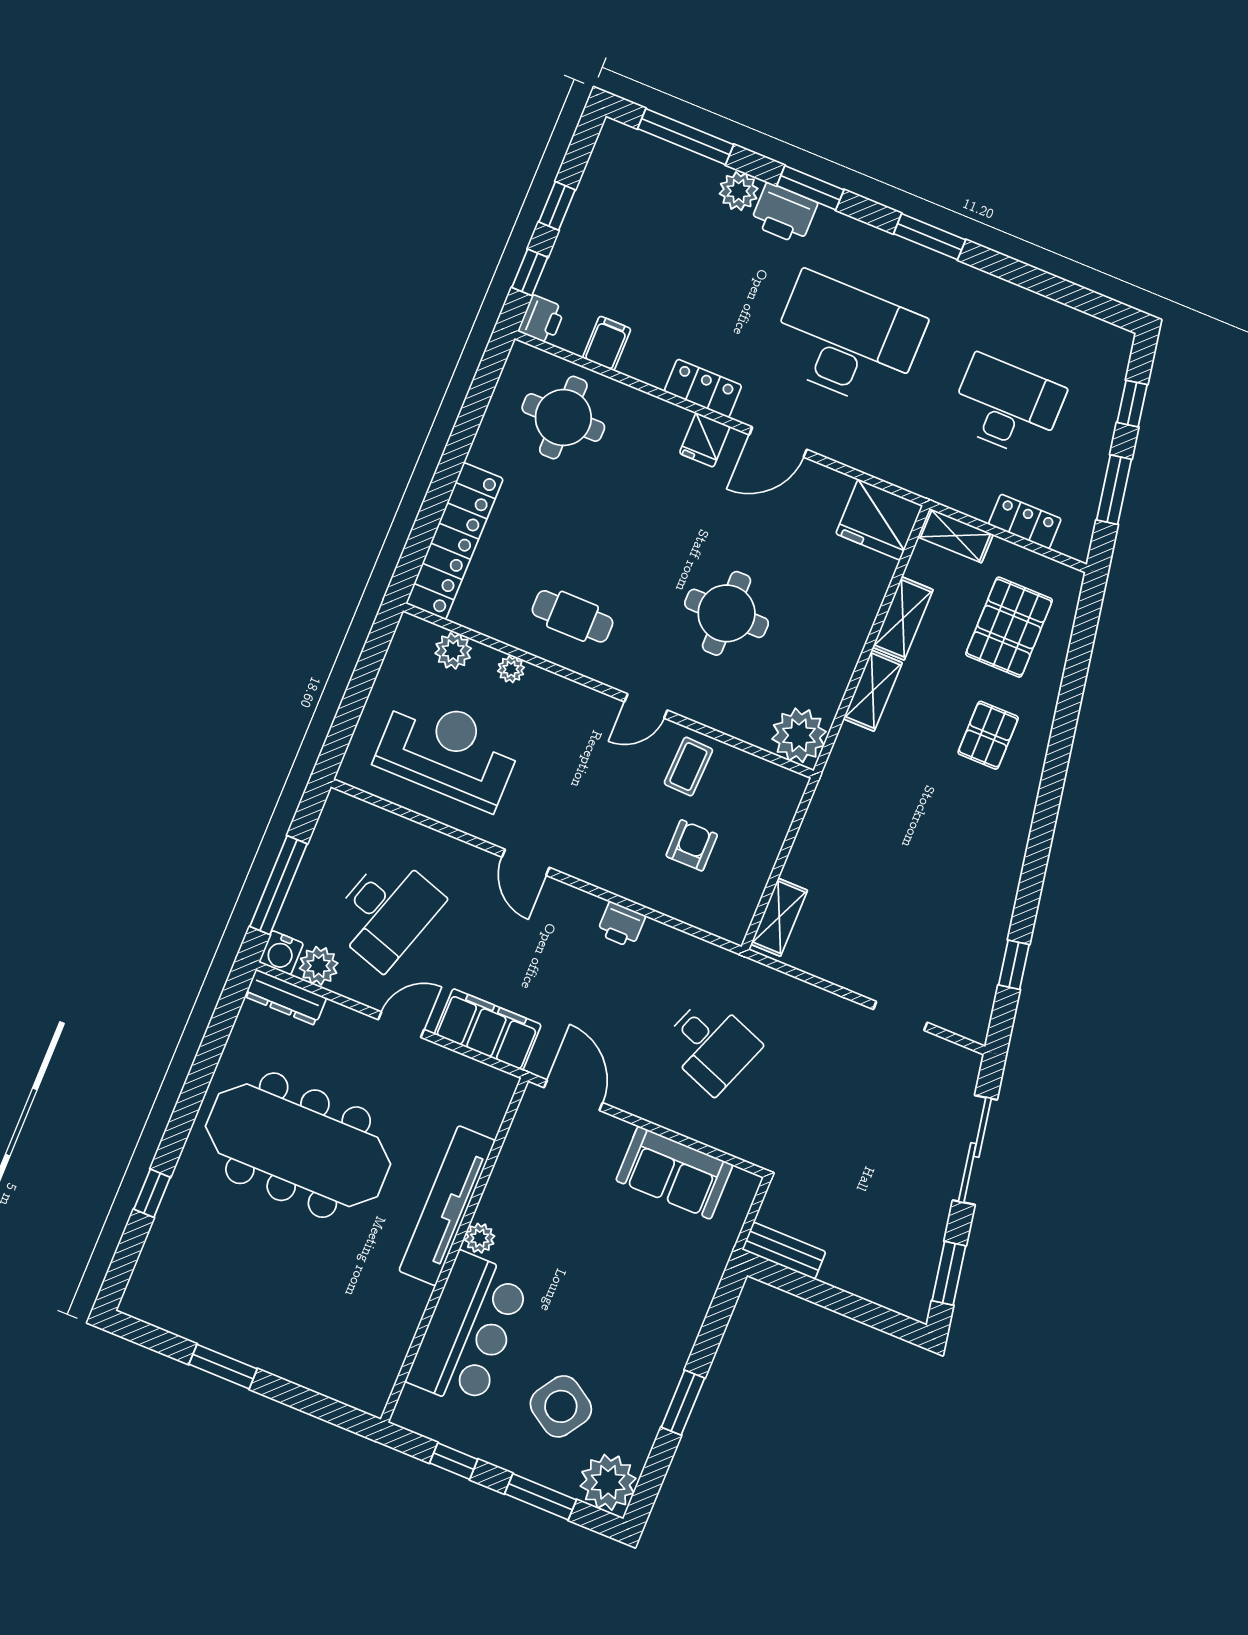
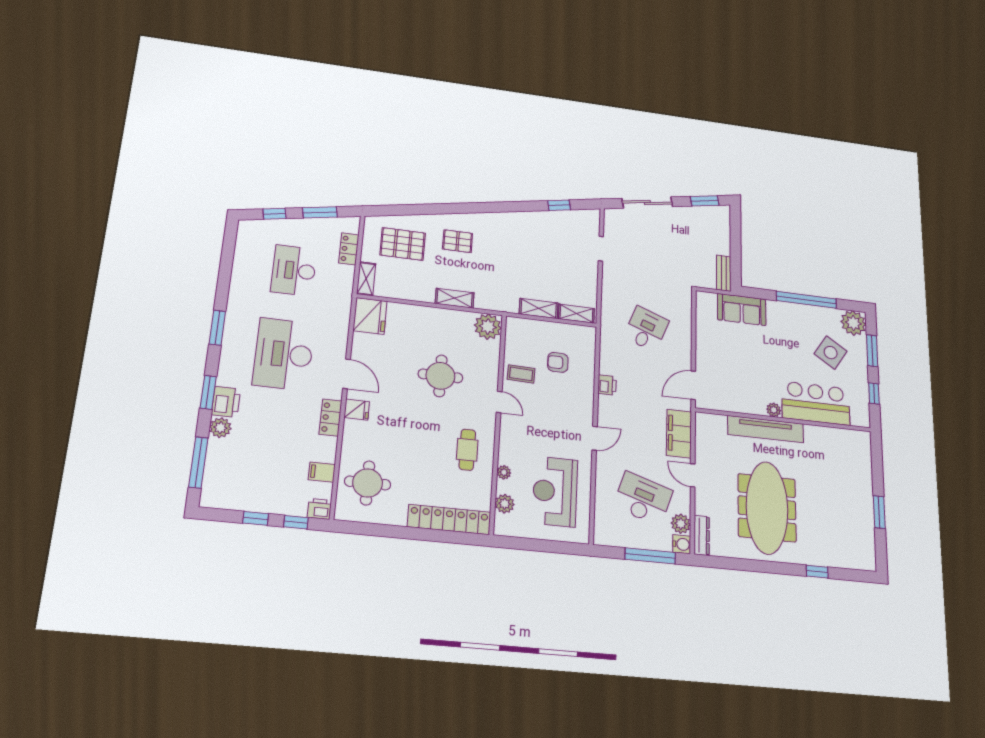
shelving: (903, 618) -> (539, 308), moved
sofa: (674, 1173) -> (742, 309), moved, turned 90
window: (683, 1403) -> (806, 300), width x2.11

